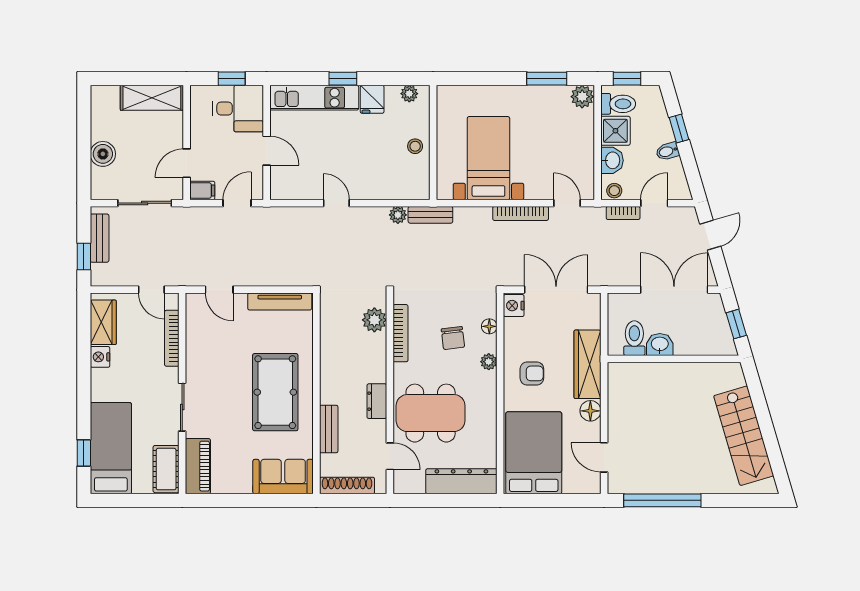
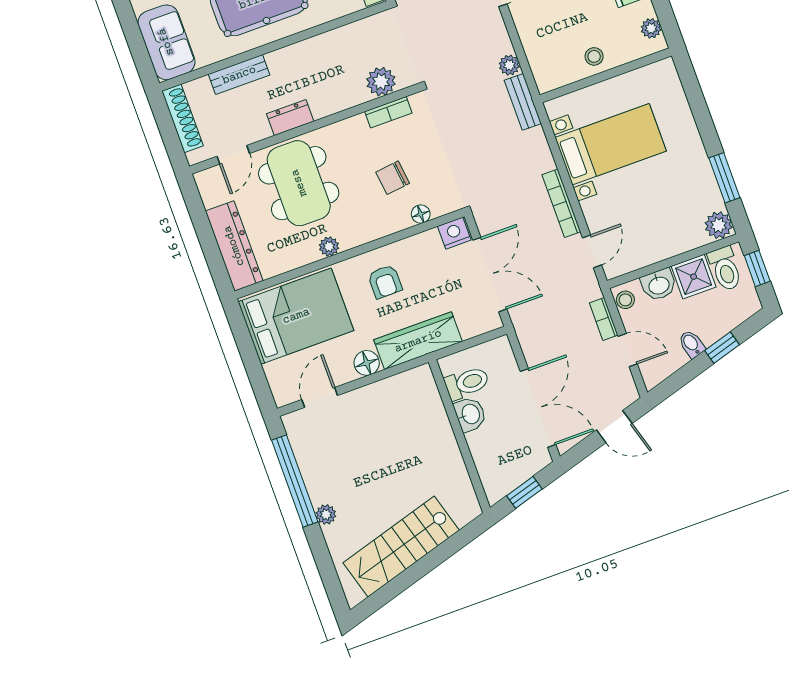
bookcase: (400, 333) -> (388, 112), width x0.64
plant: (489, 362) -> (329, 247), moved
plant: (697, 486) -> (326, 514), added

